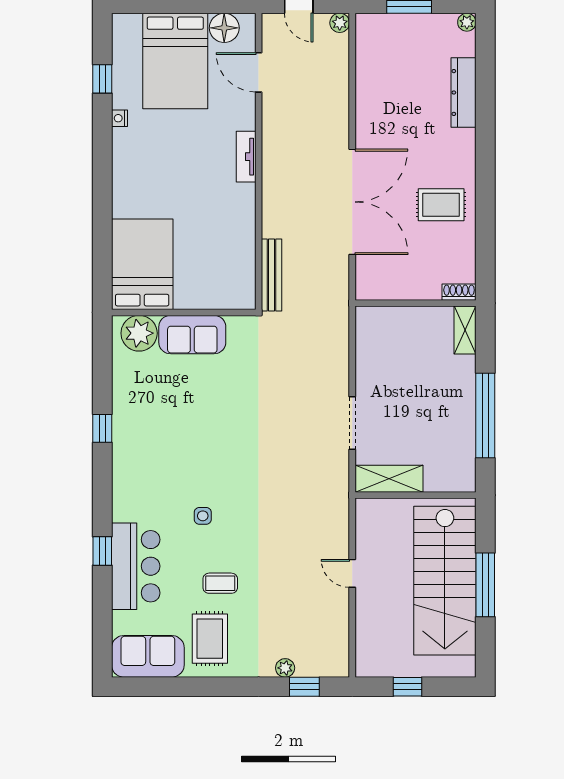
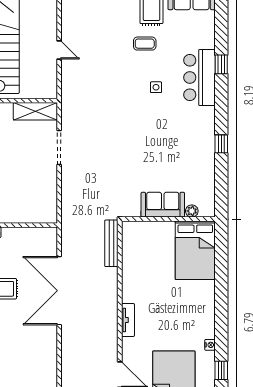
plant: (139, 333) -> (192, 211), width x0.53, depth x0.53
bar counter: (136, 566) -> (199, 78), moved

